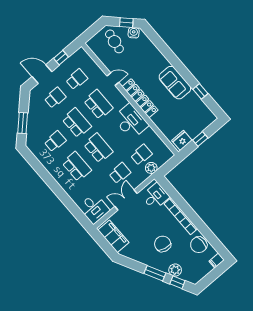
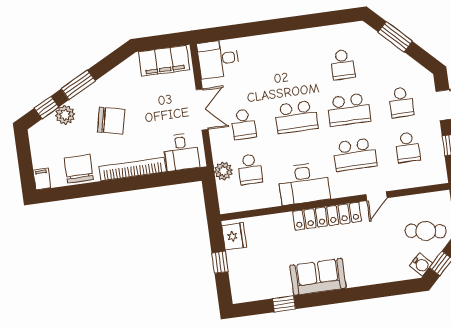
school desk: (77, 166) -> (290, 72), removed

